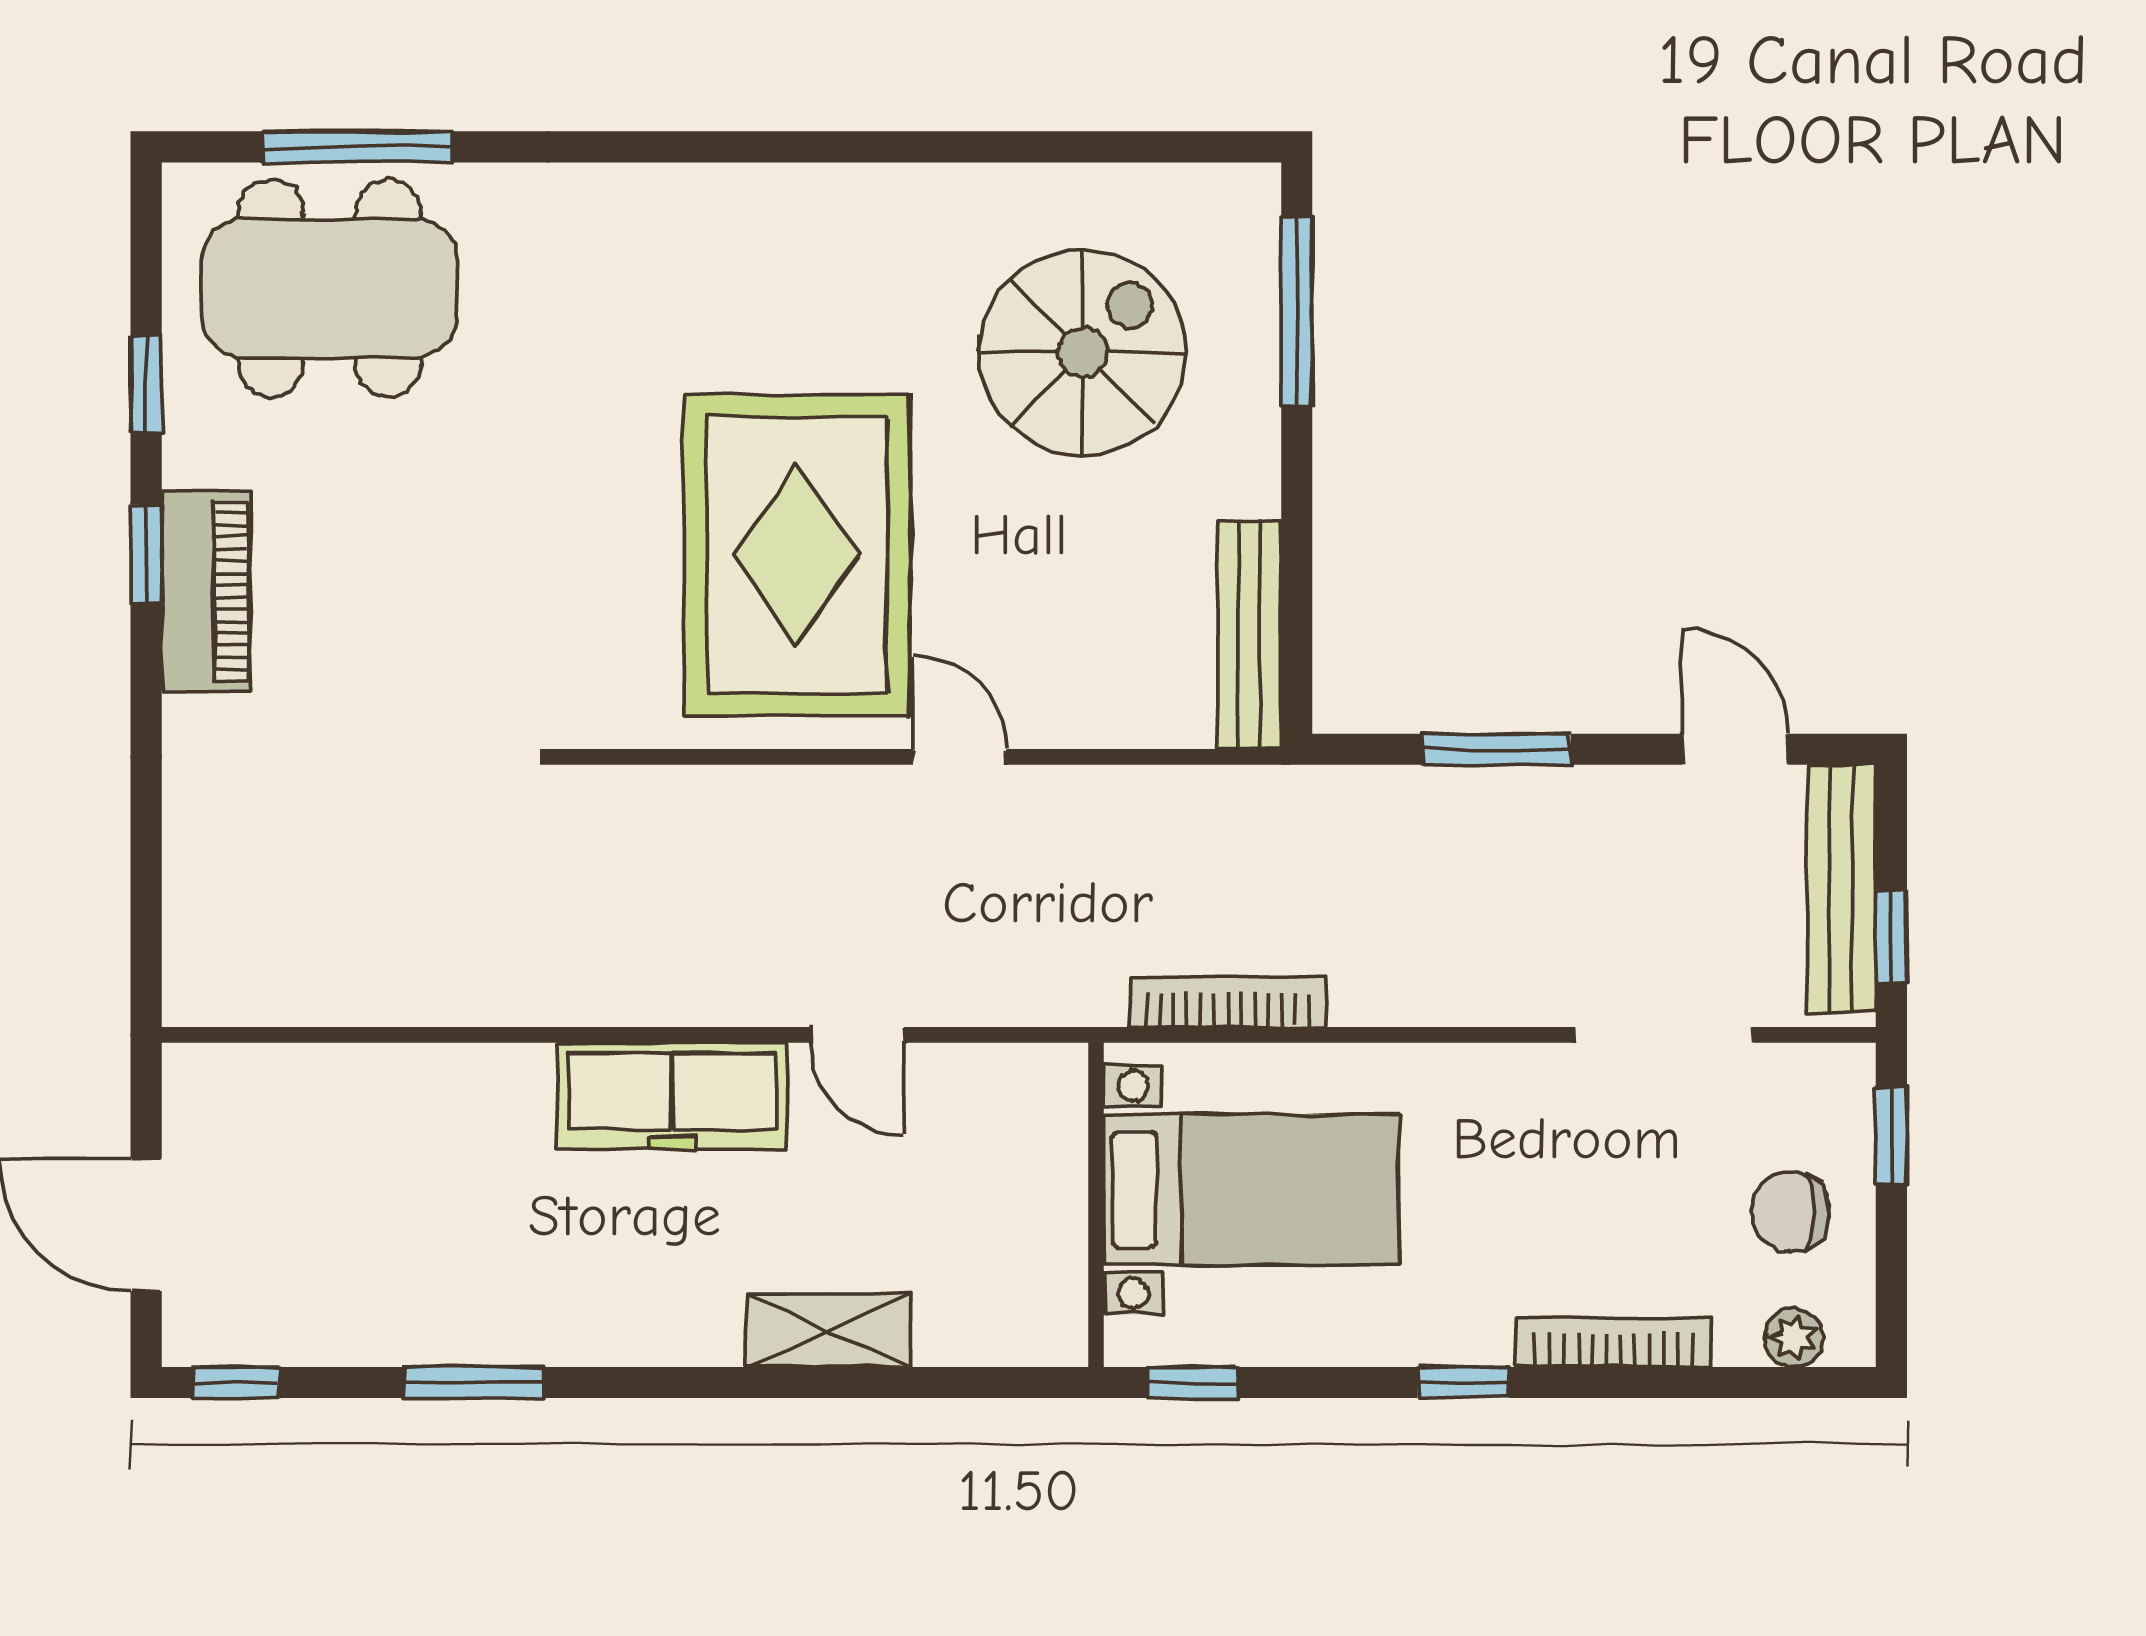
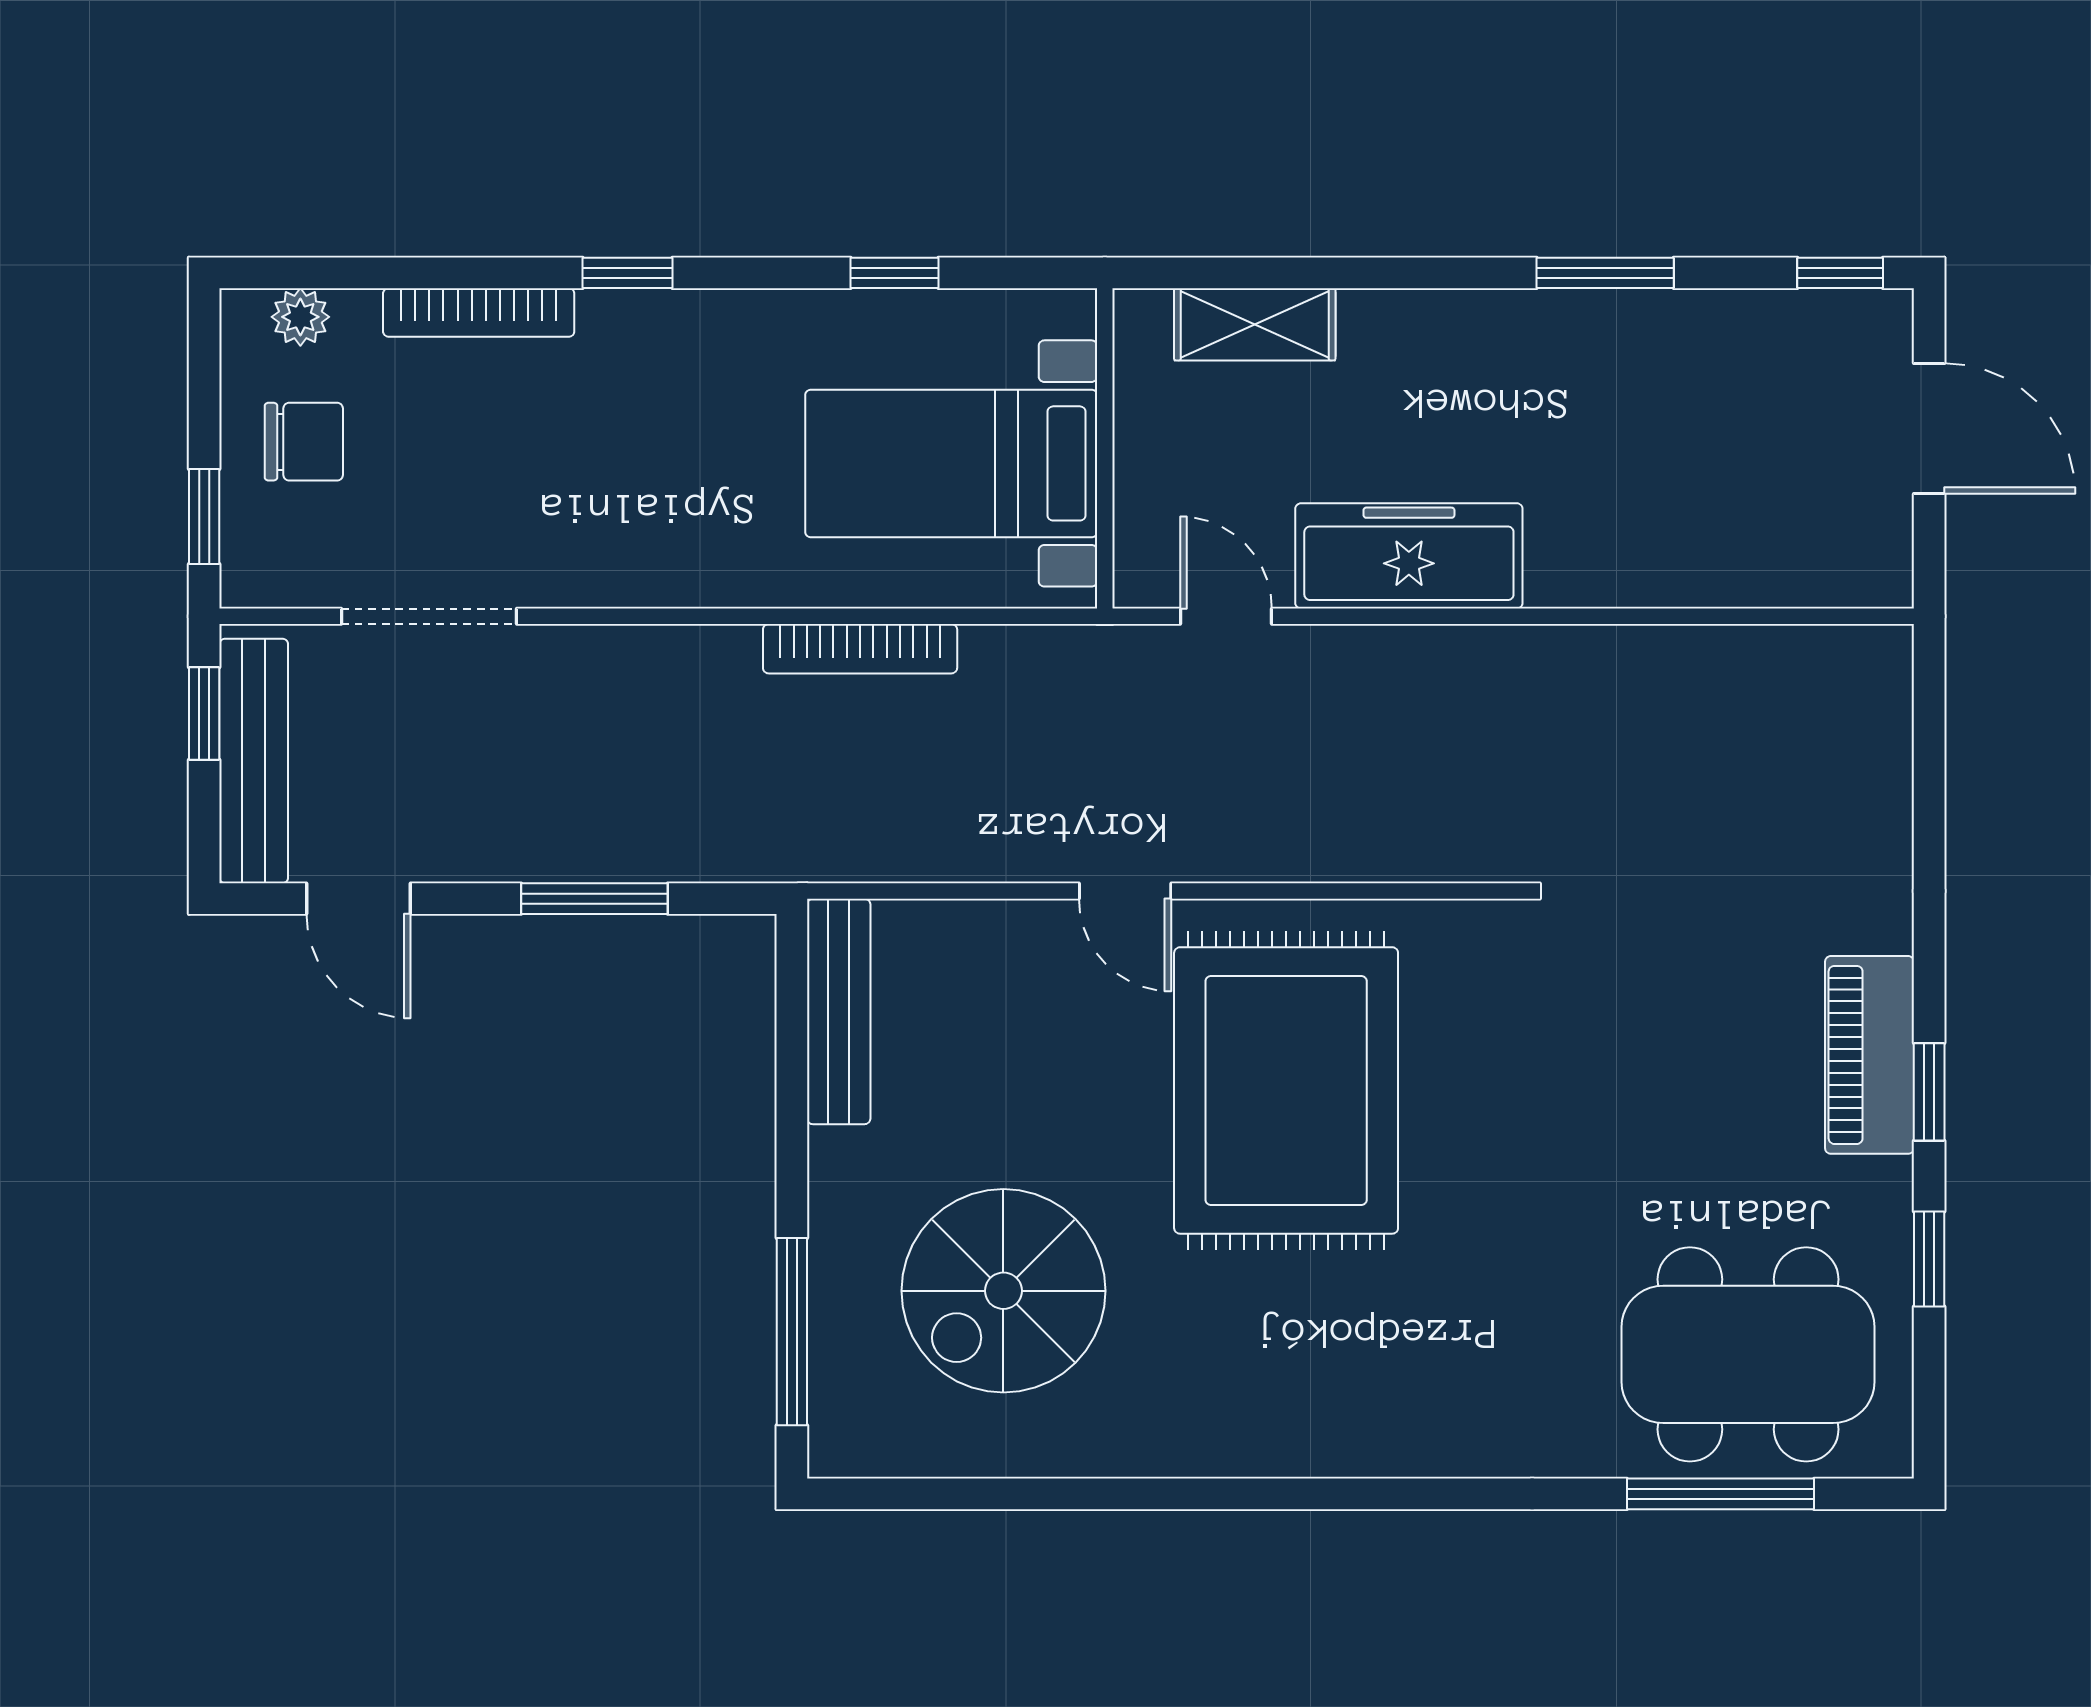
bed with nightstands: (1251, 1190) -> (951, 463), moved
wall: (1096, 1205) -> (1105, 448), moved

